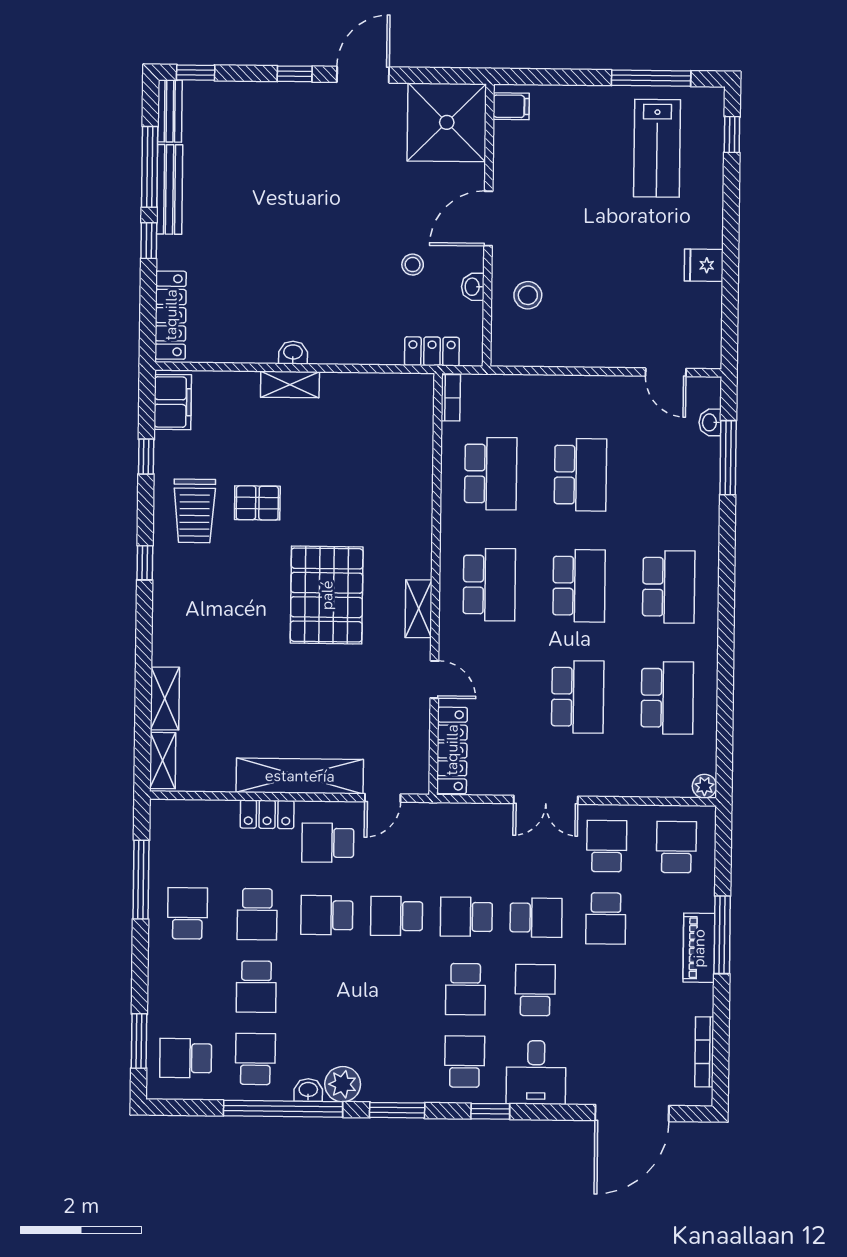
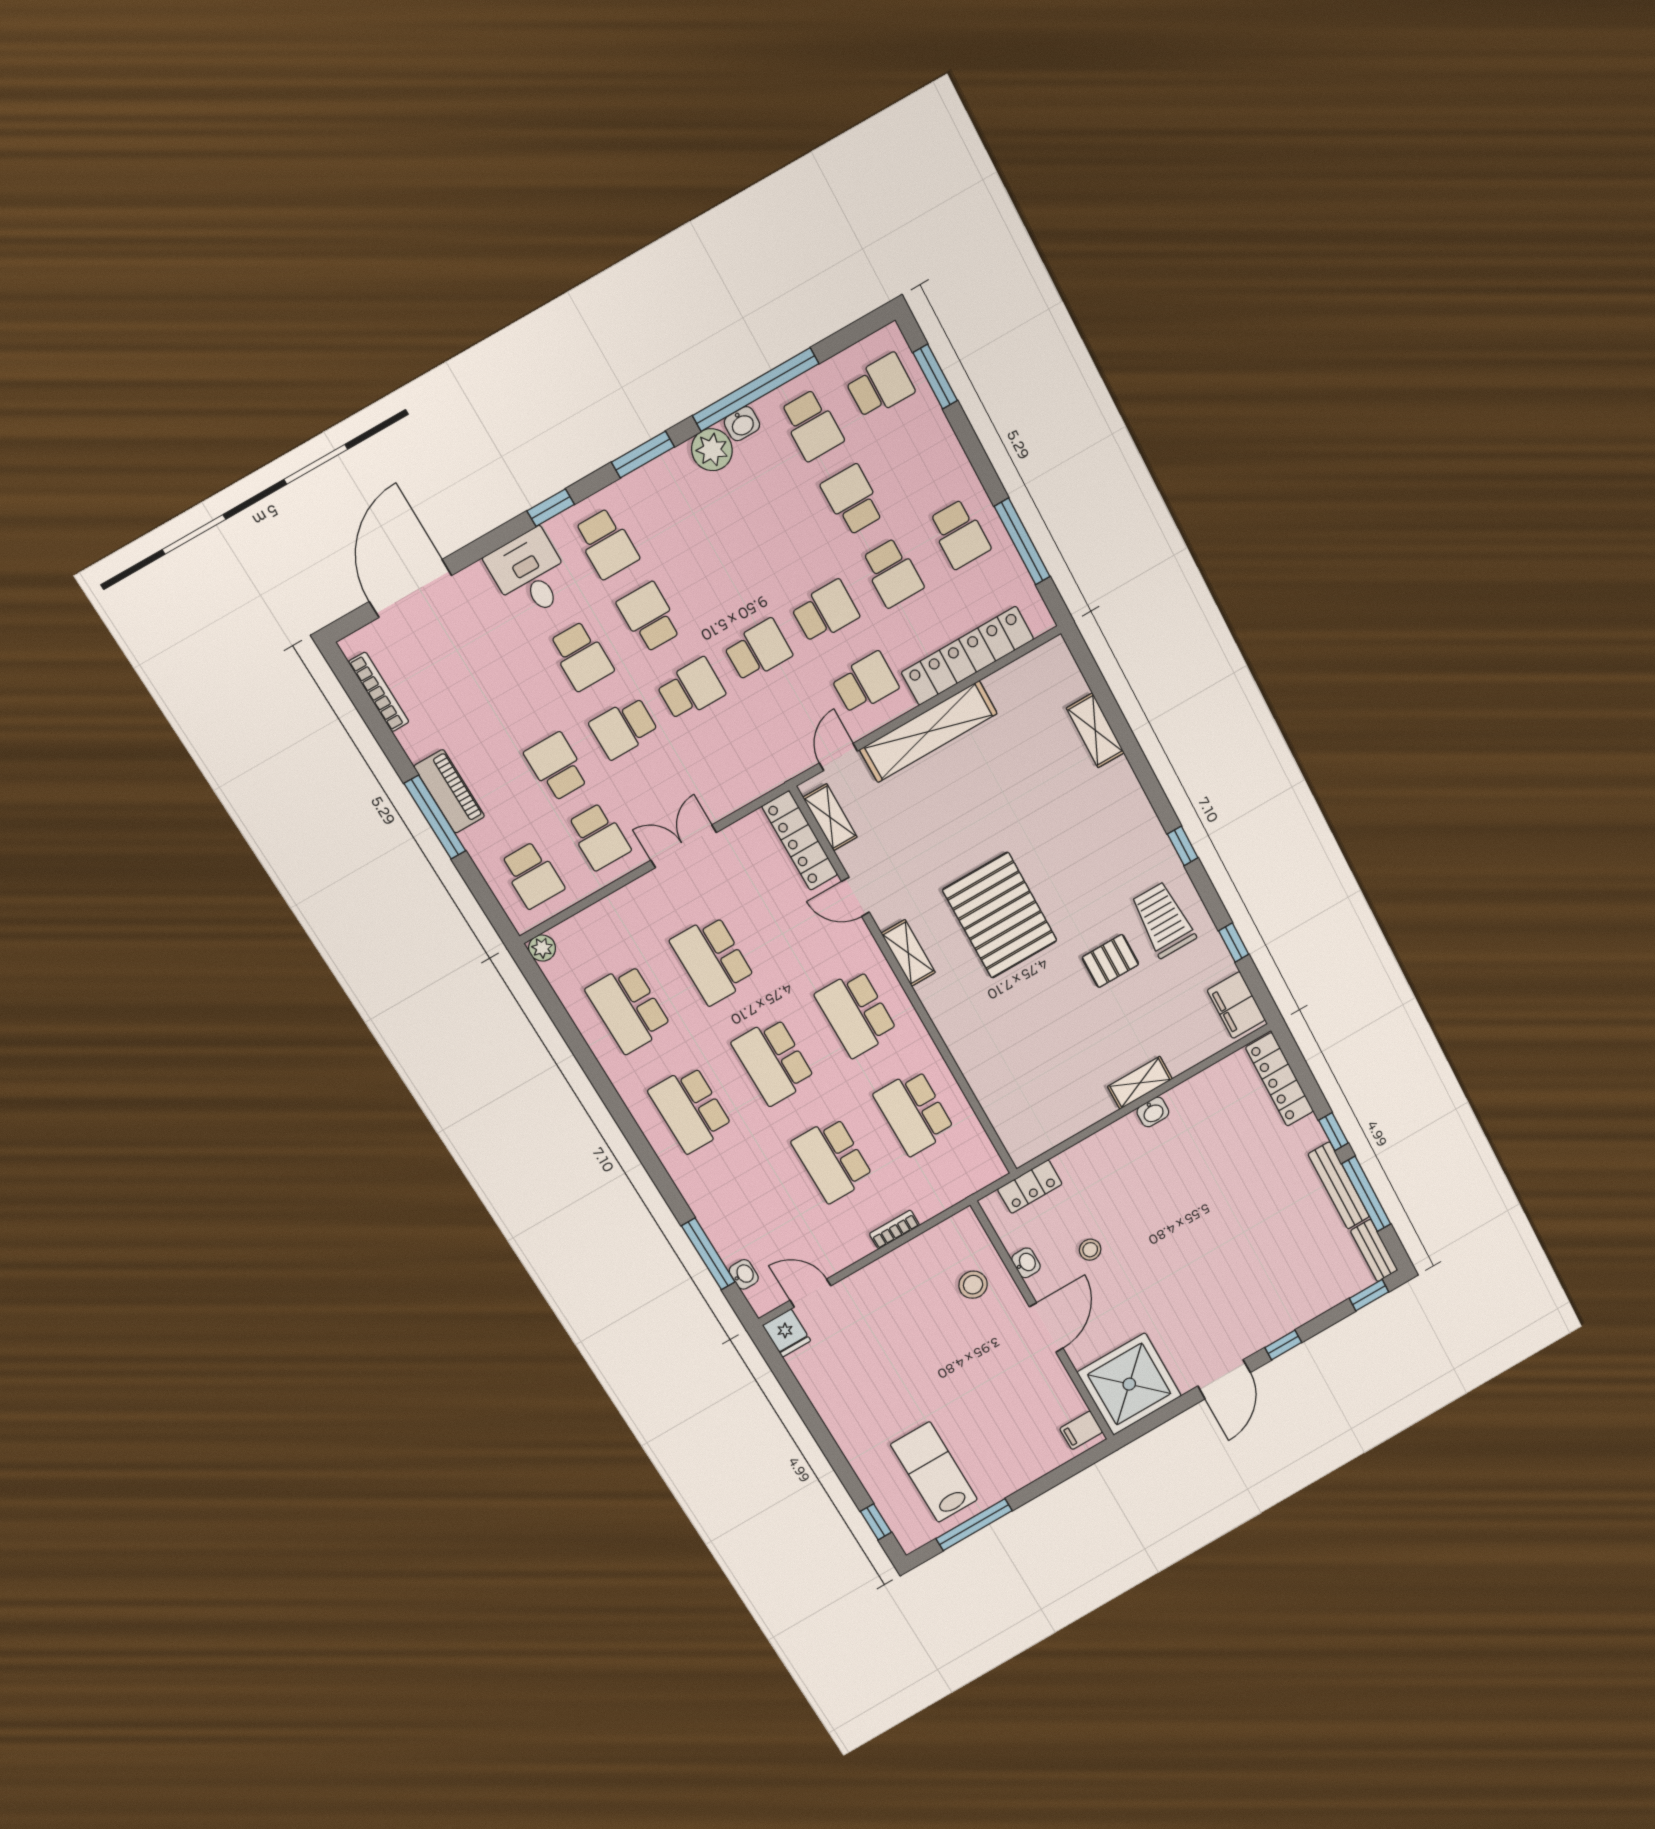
fridge: (704, 265) -> (787, 1333), moved, turned 90
bookcase: (451, 398) -> (894, 1230), moved, turned 90
shelving: (163, 761) -> (830, 817), moved
locker: (267, 814) -> (968, 656), width x2.16, depth x1.21
school desk: (257, 914) -> (892, 573), turned 180

